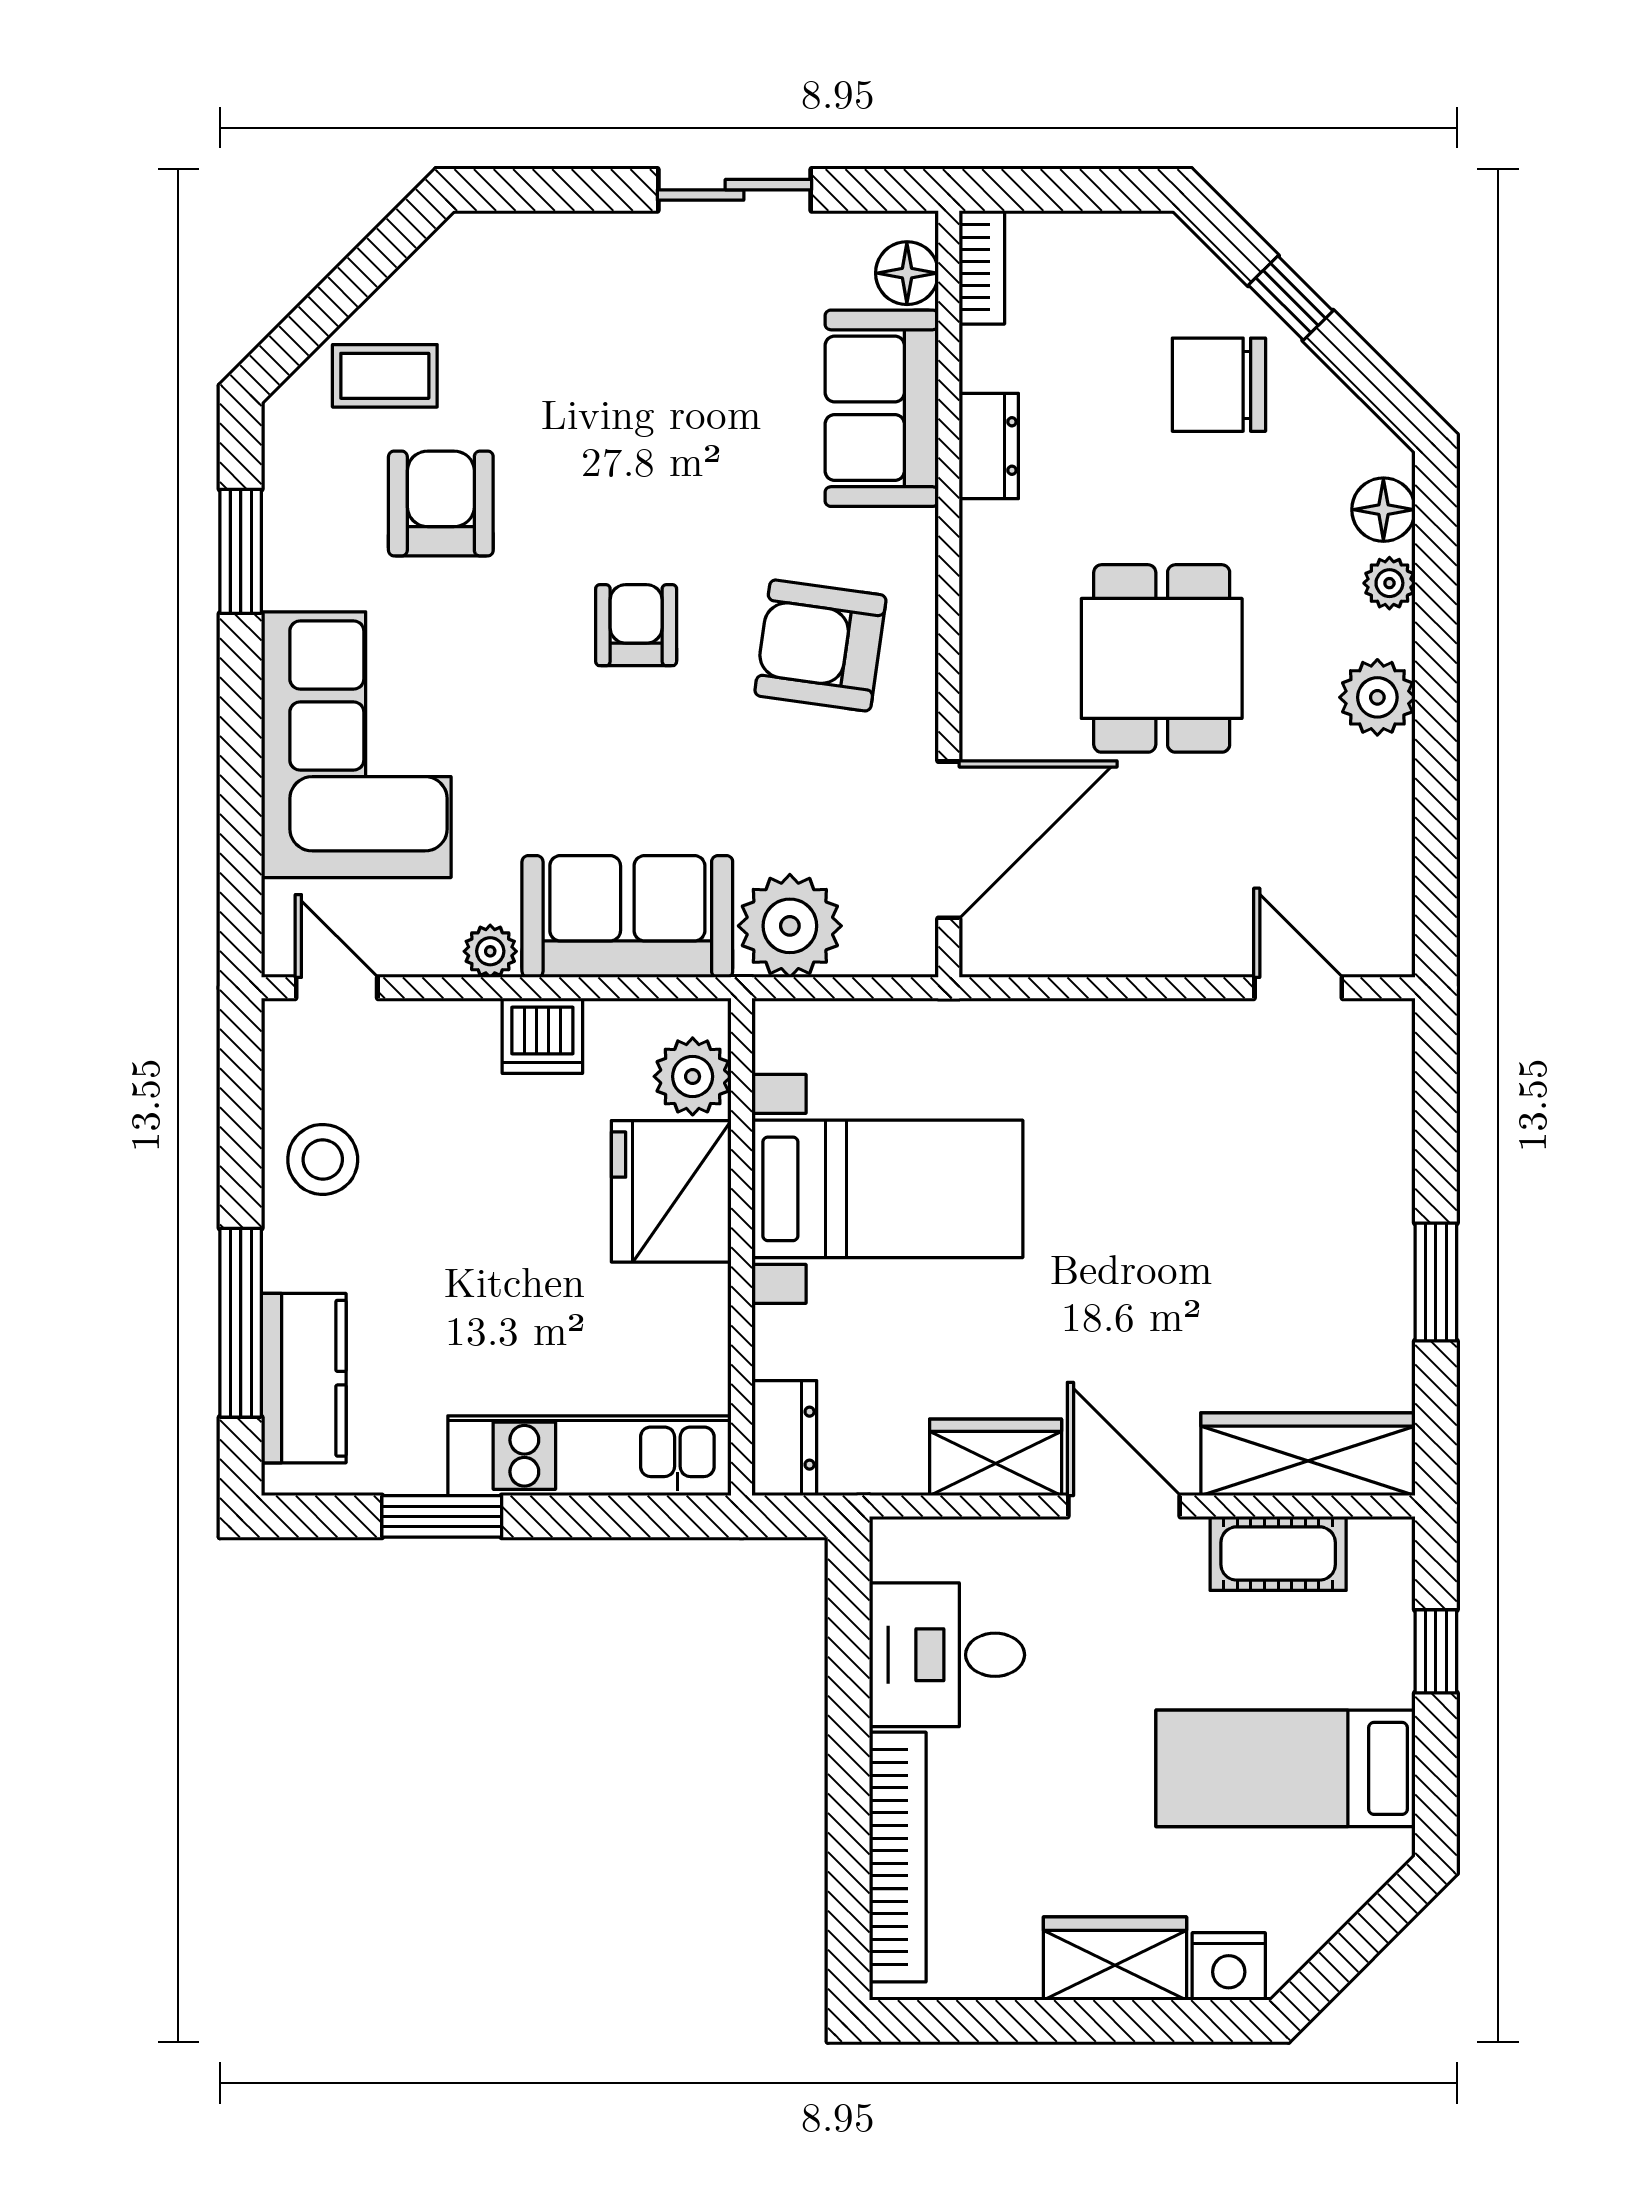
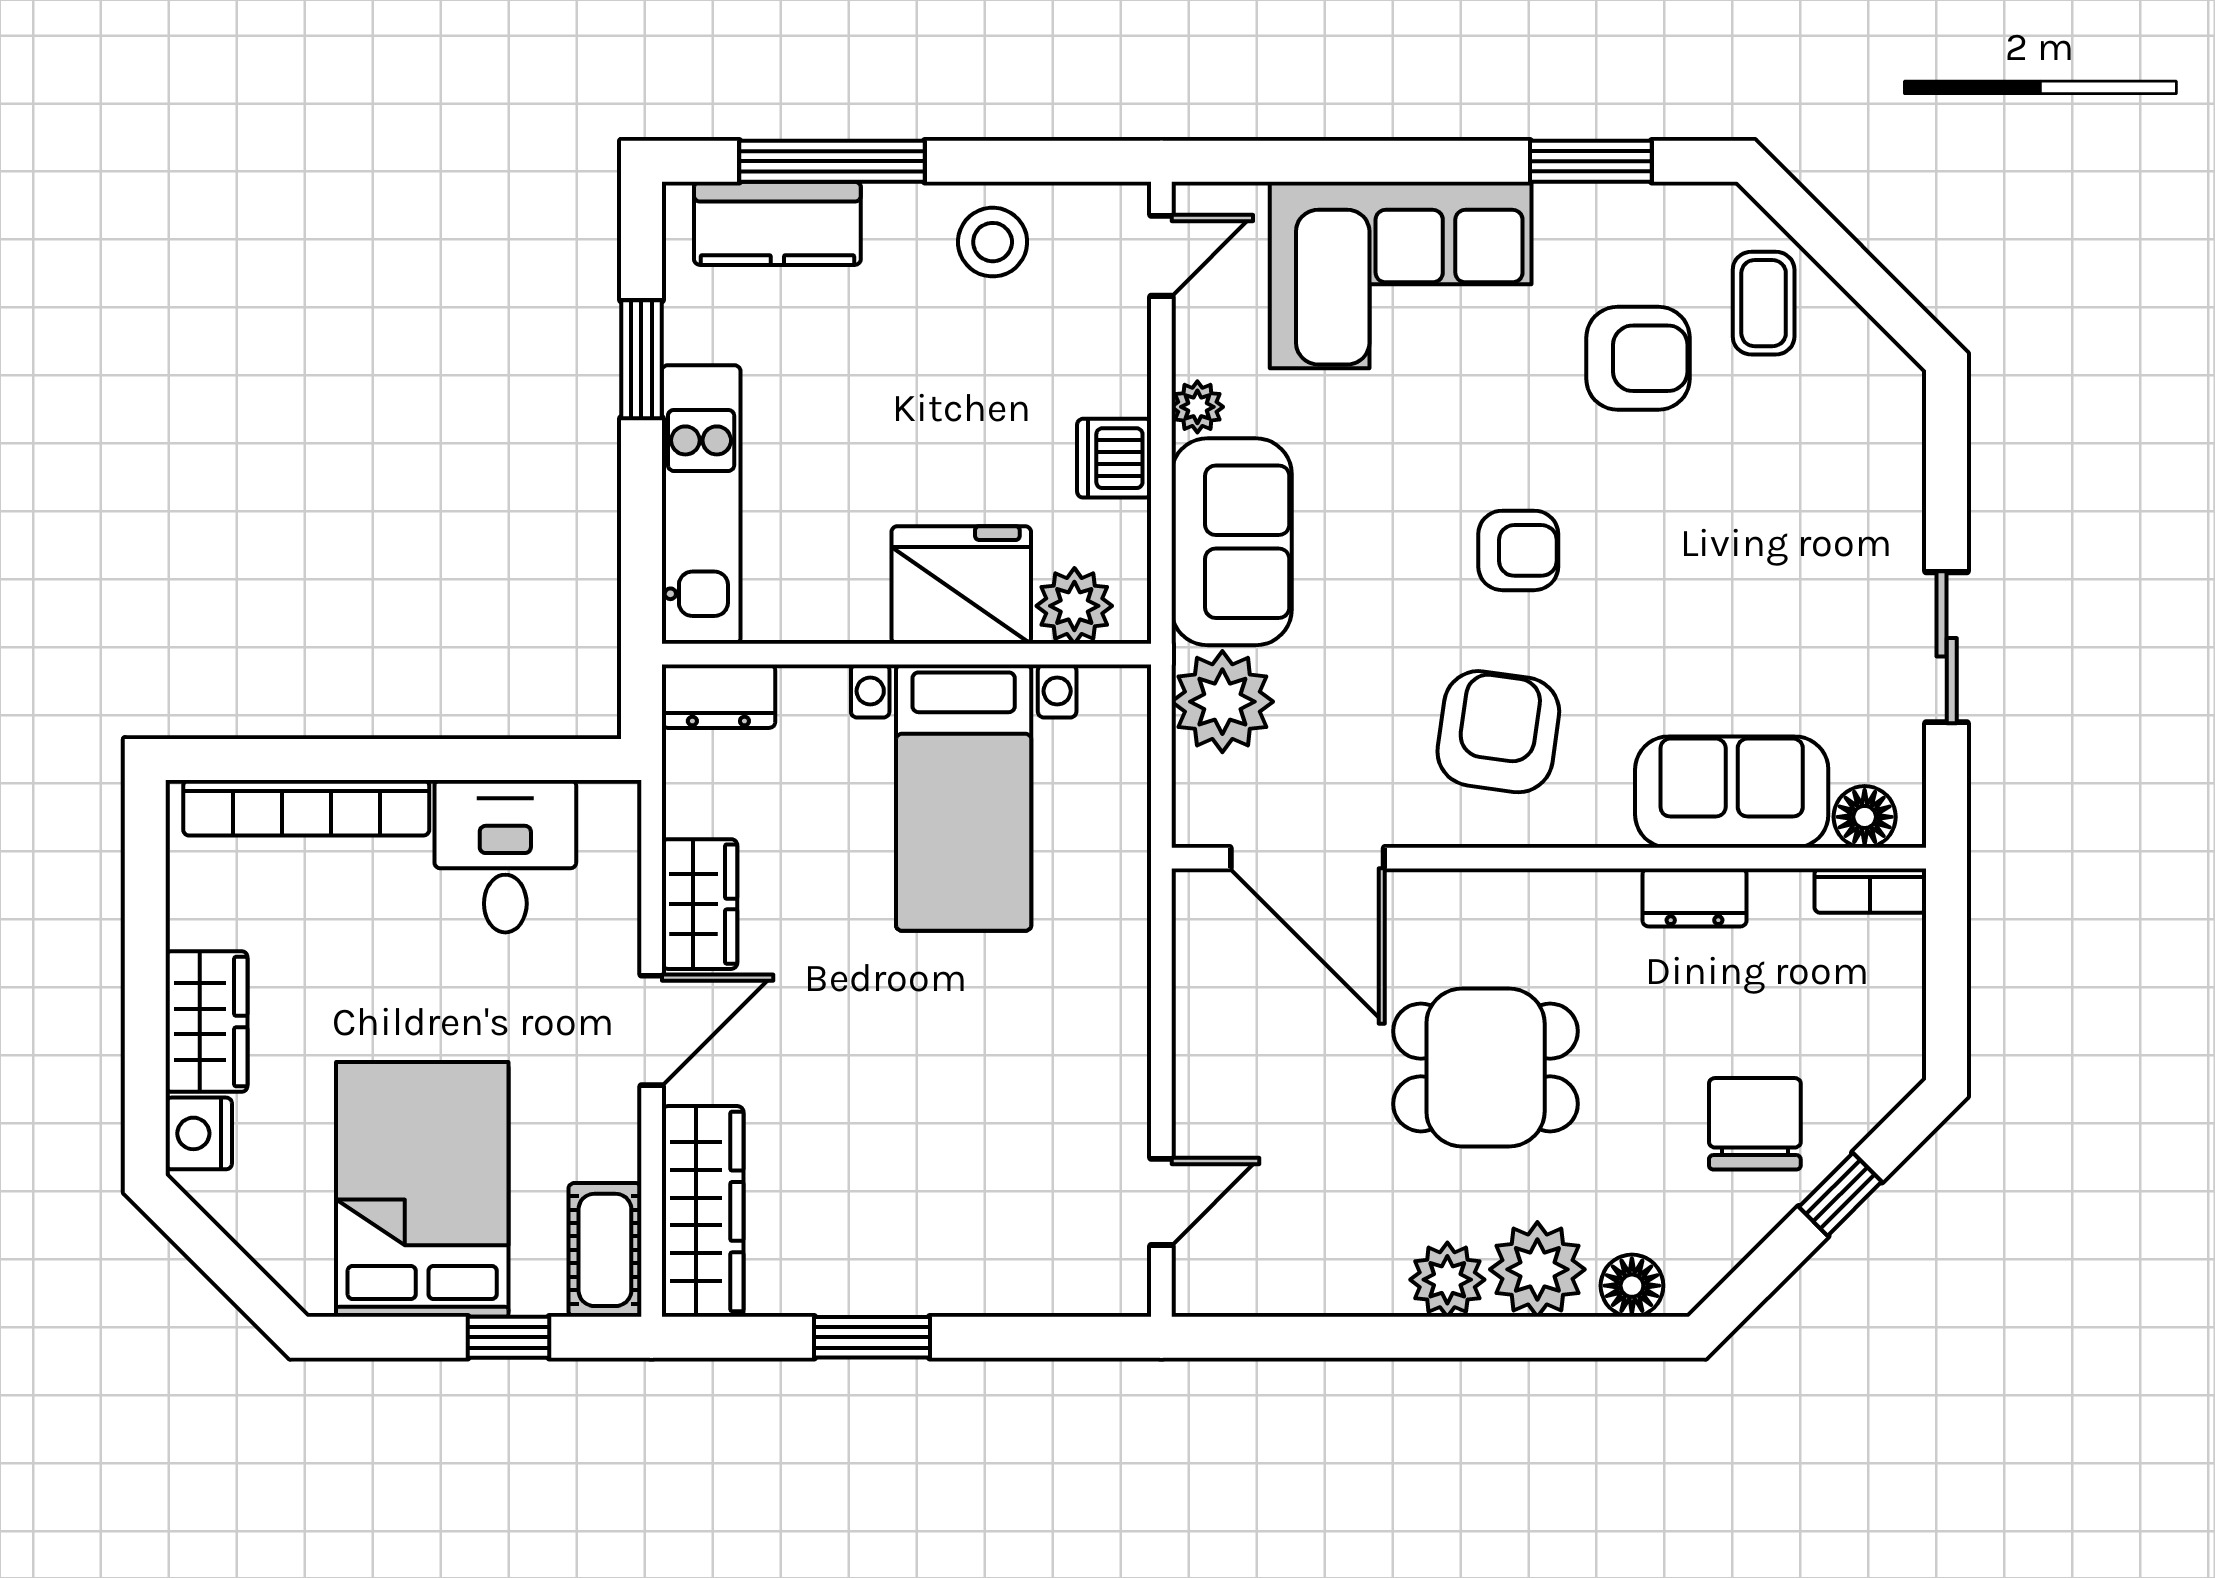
plant: (1389, 583) -> (1537, 1269), width x1.87, depth x1.87
cot: (1278, 1553) -> (605, 1250), moved
bed: (1286, 1768) -> (422, 1189), width x1.50

